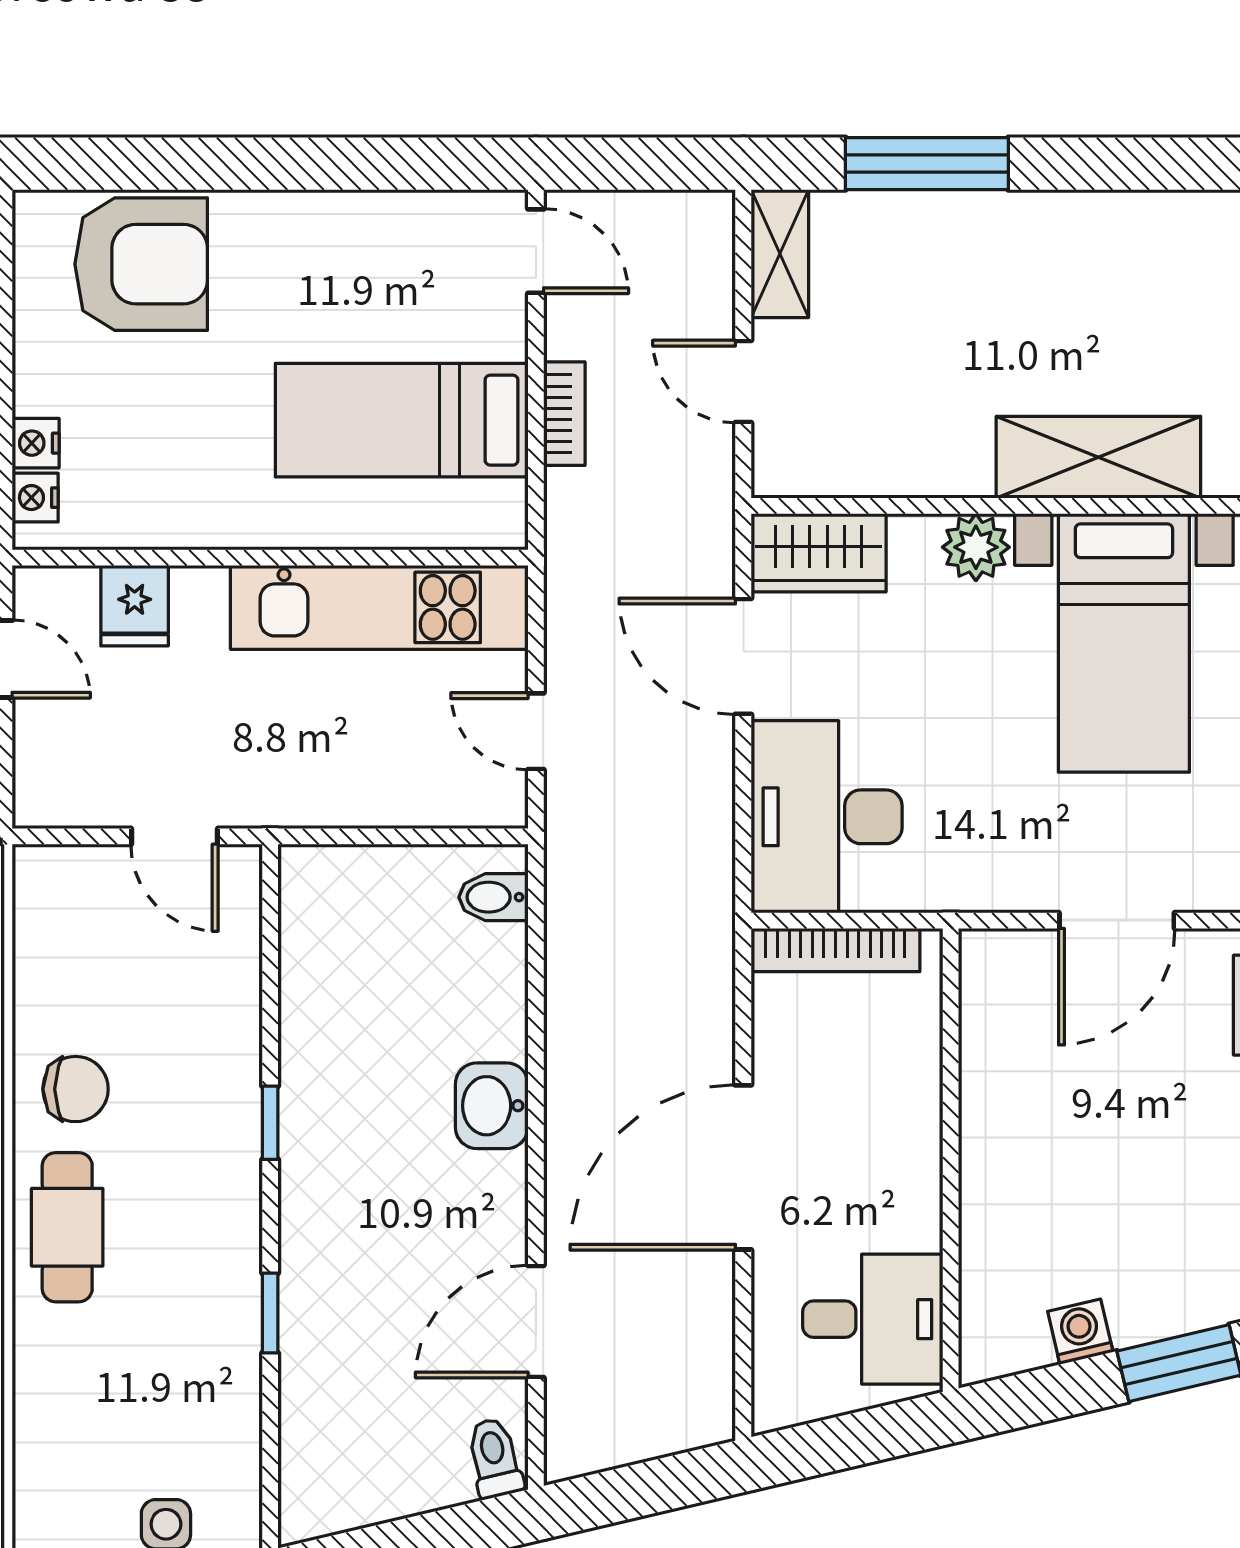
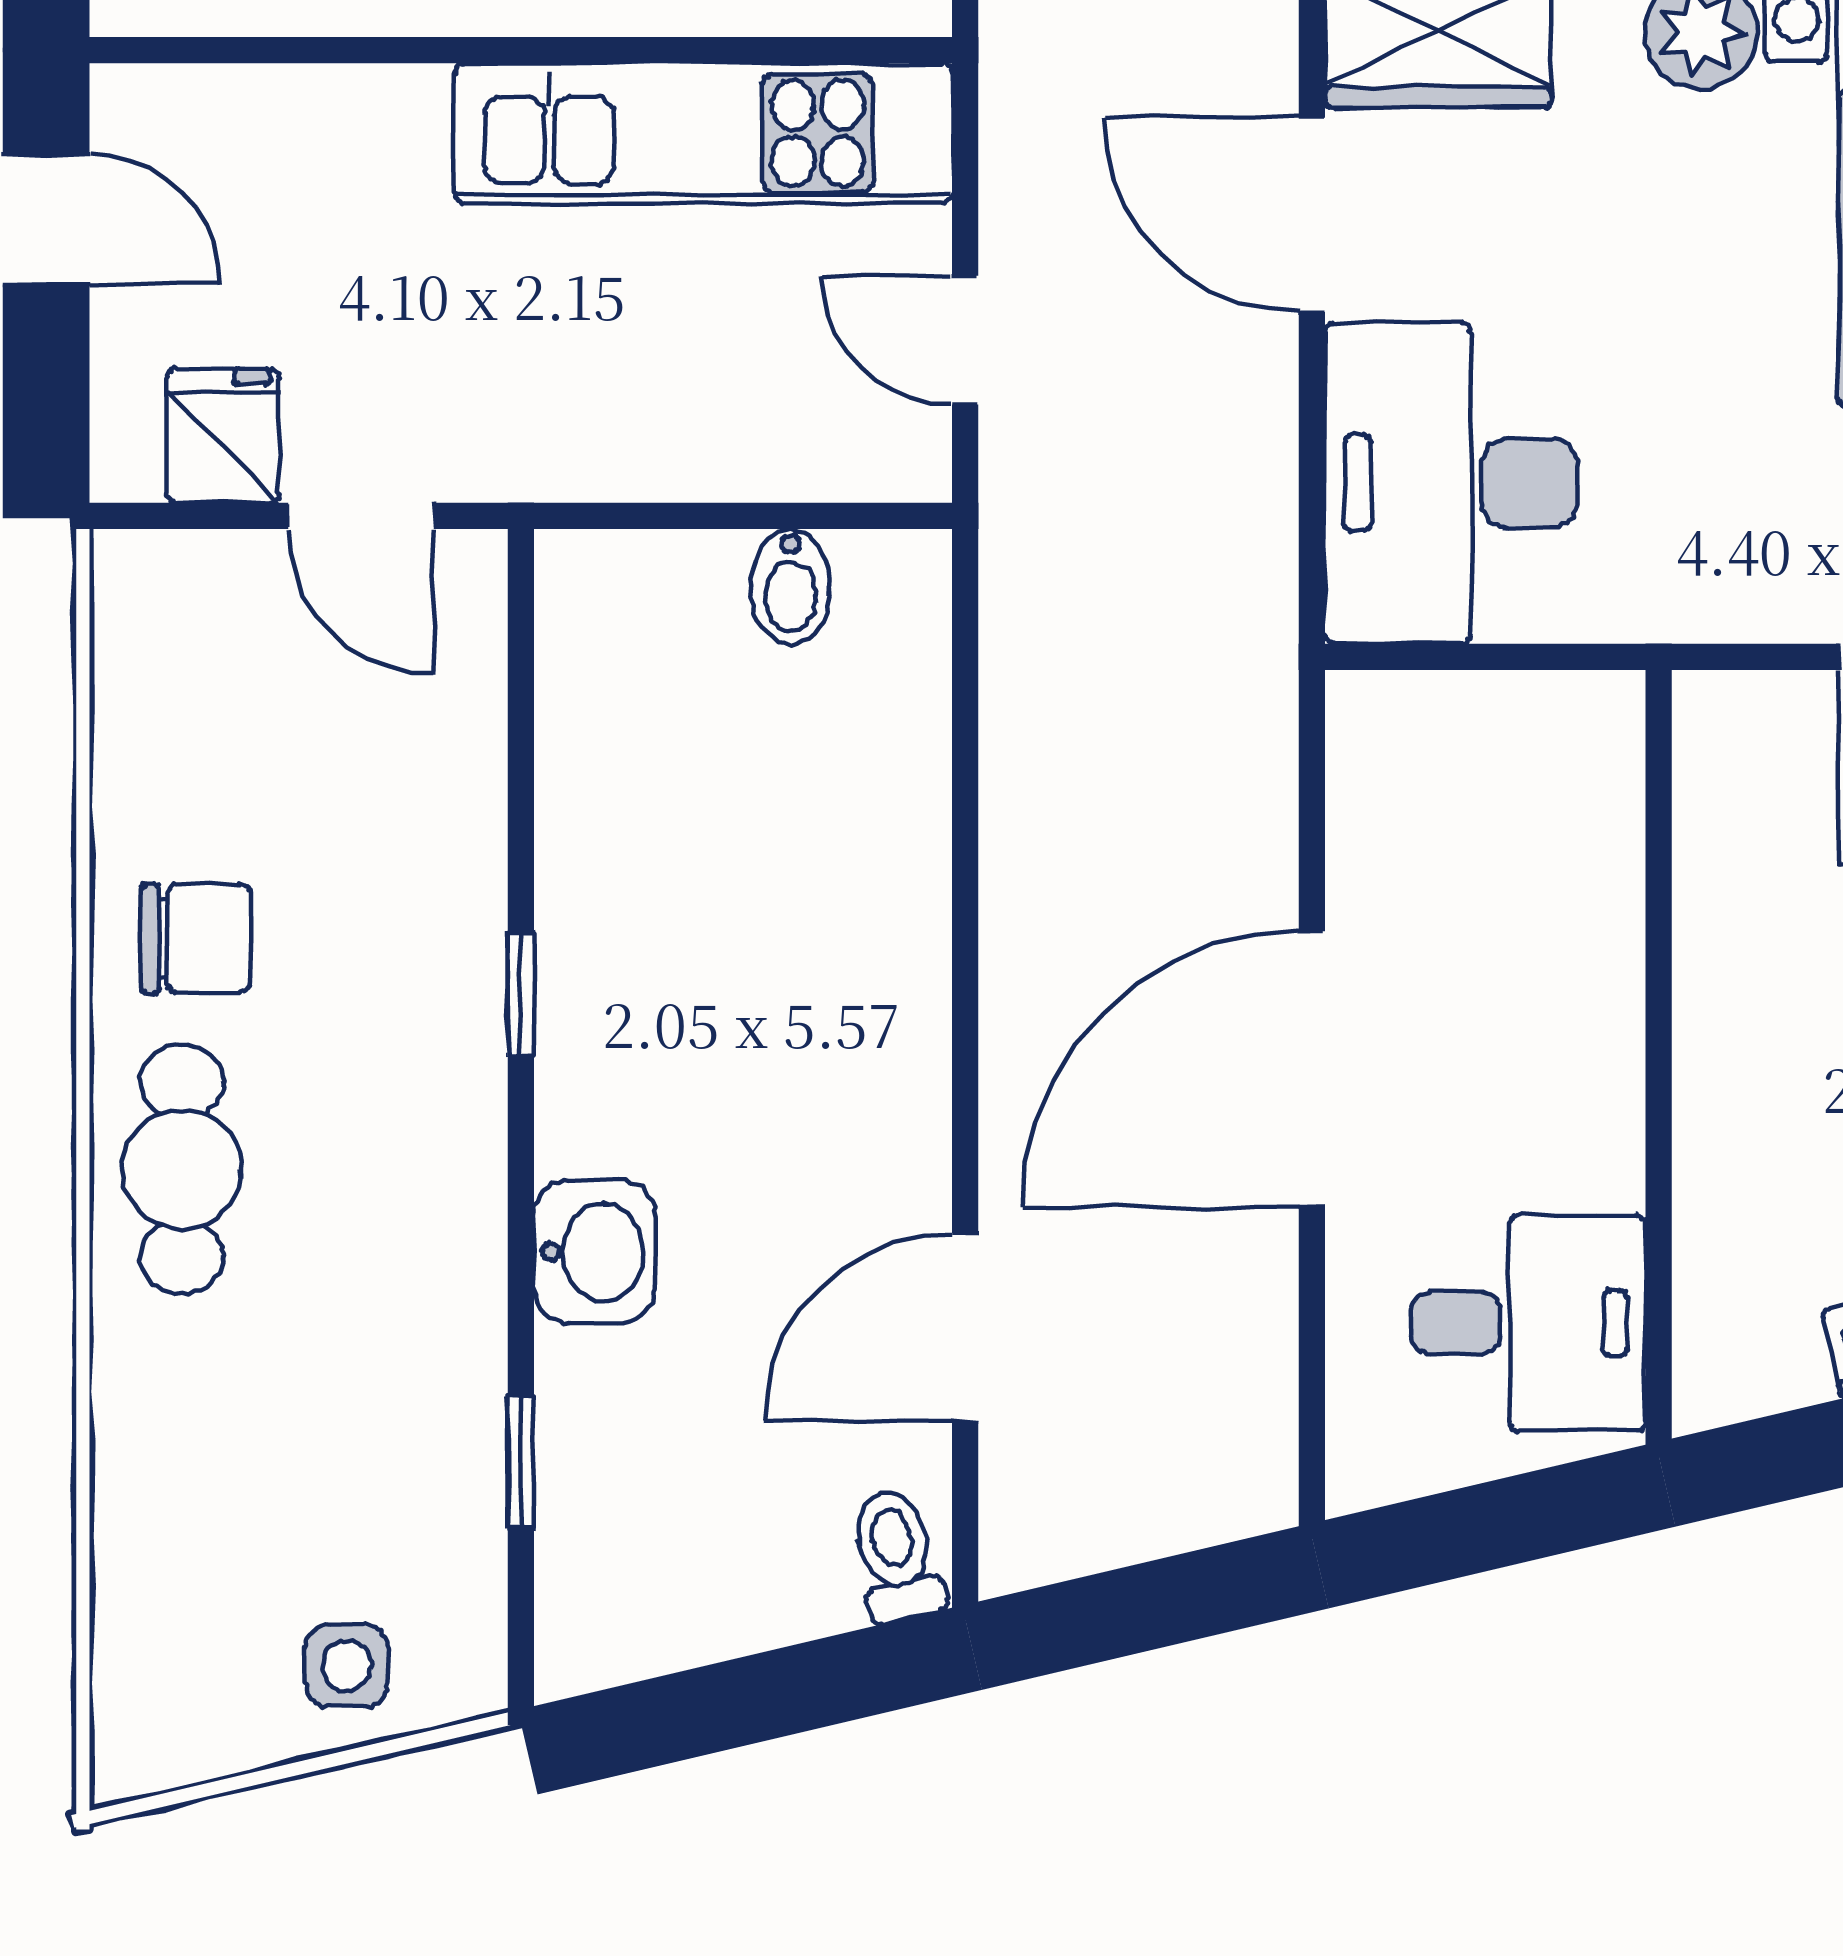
fridge: (135, 606) -> (223, 436), moved, turned 180
bidet: (493, 897) -> (791, 587), moved, turned -90
bookcase: (835, 950) -> (1466, 706), removed
washbasin: (492, 1106) -> (595, 1252), moved, turned 180
window: (270, 1313) -> (521, 1462), moved

